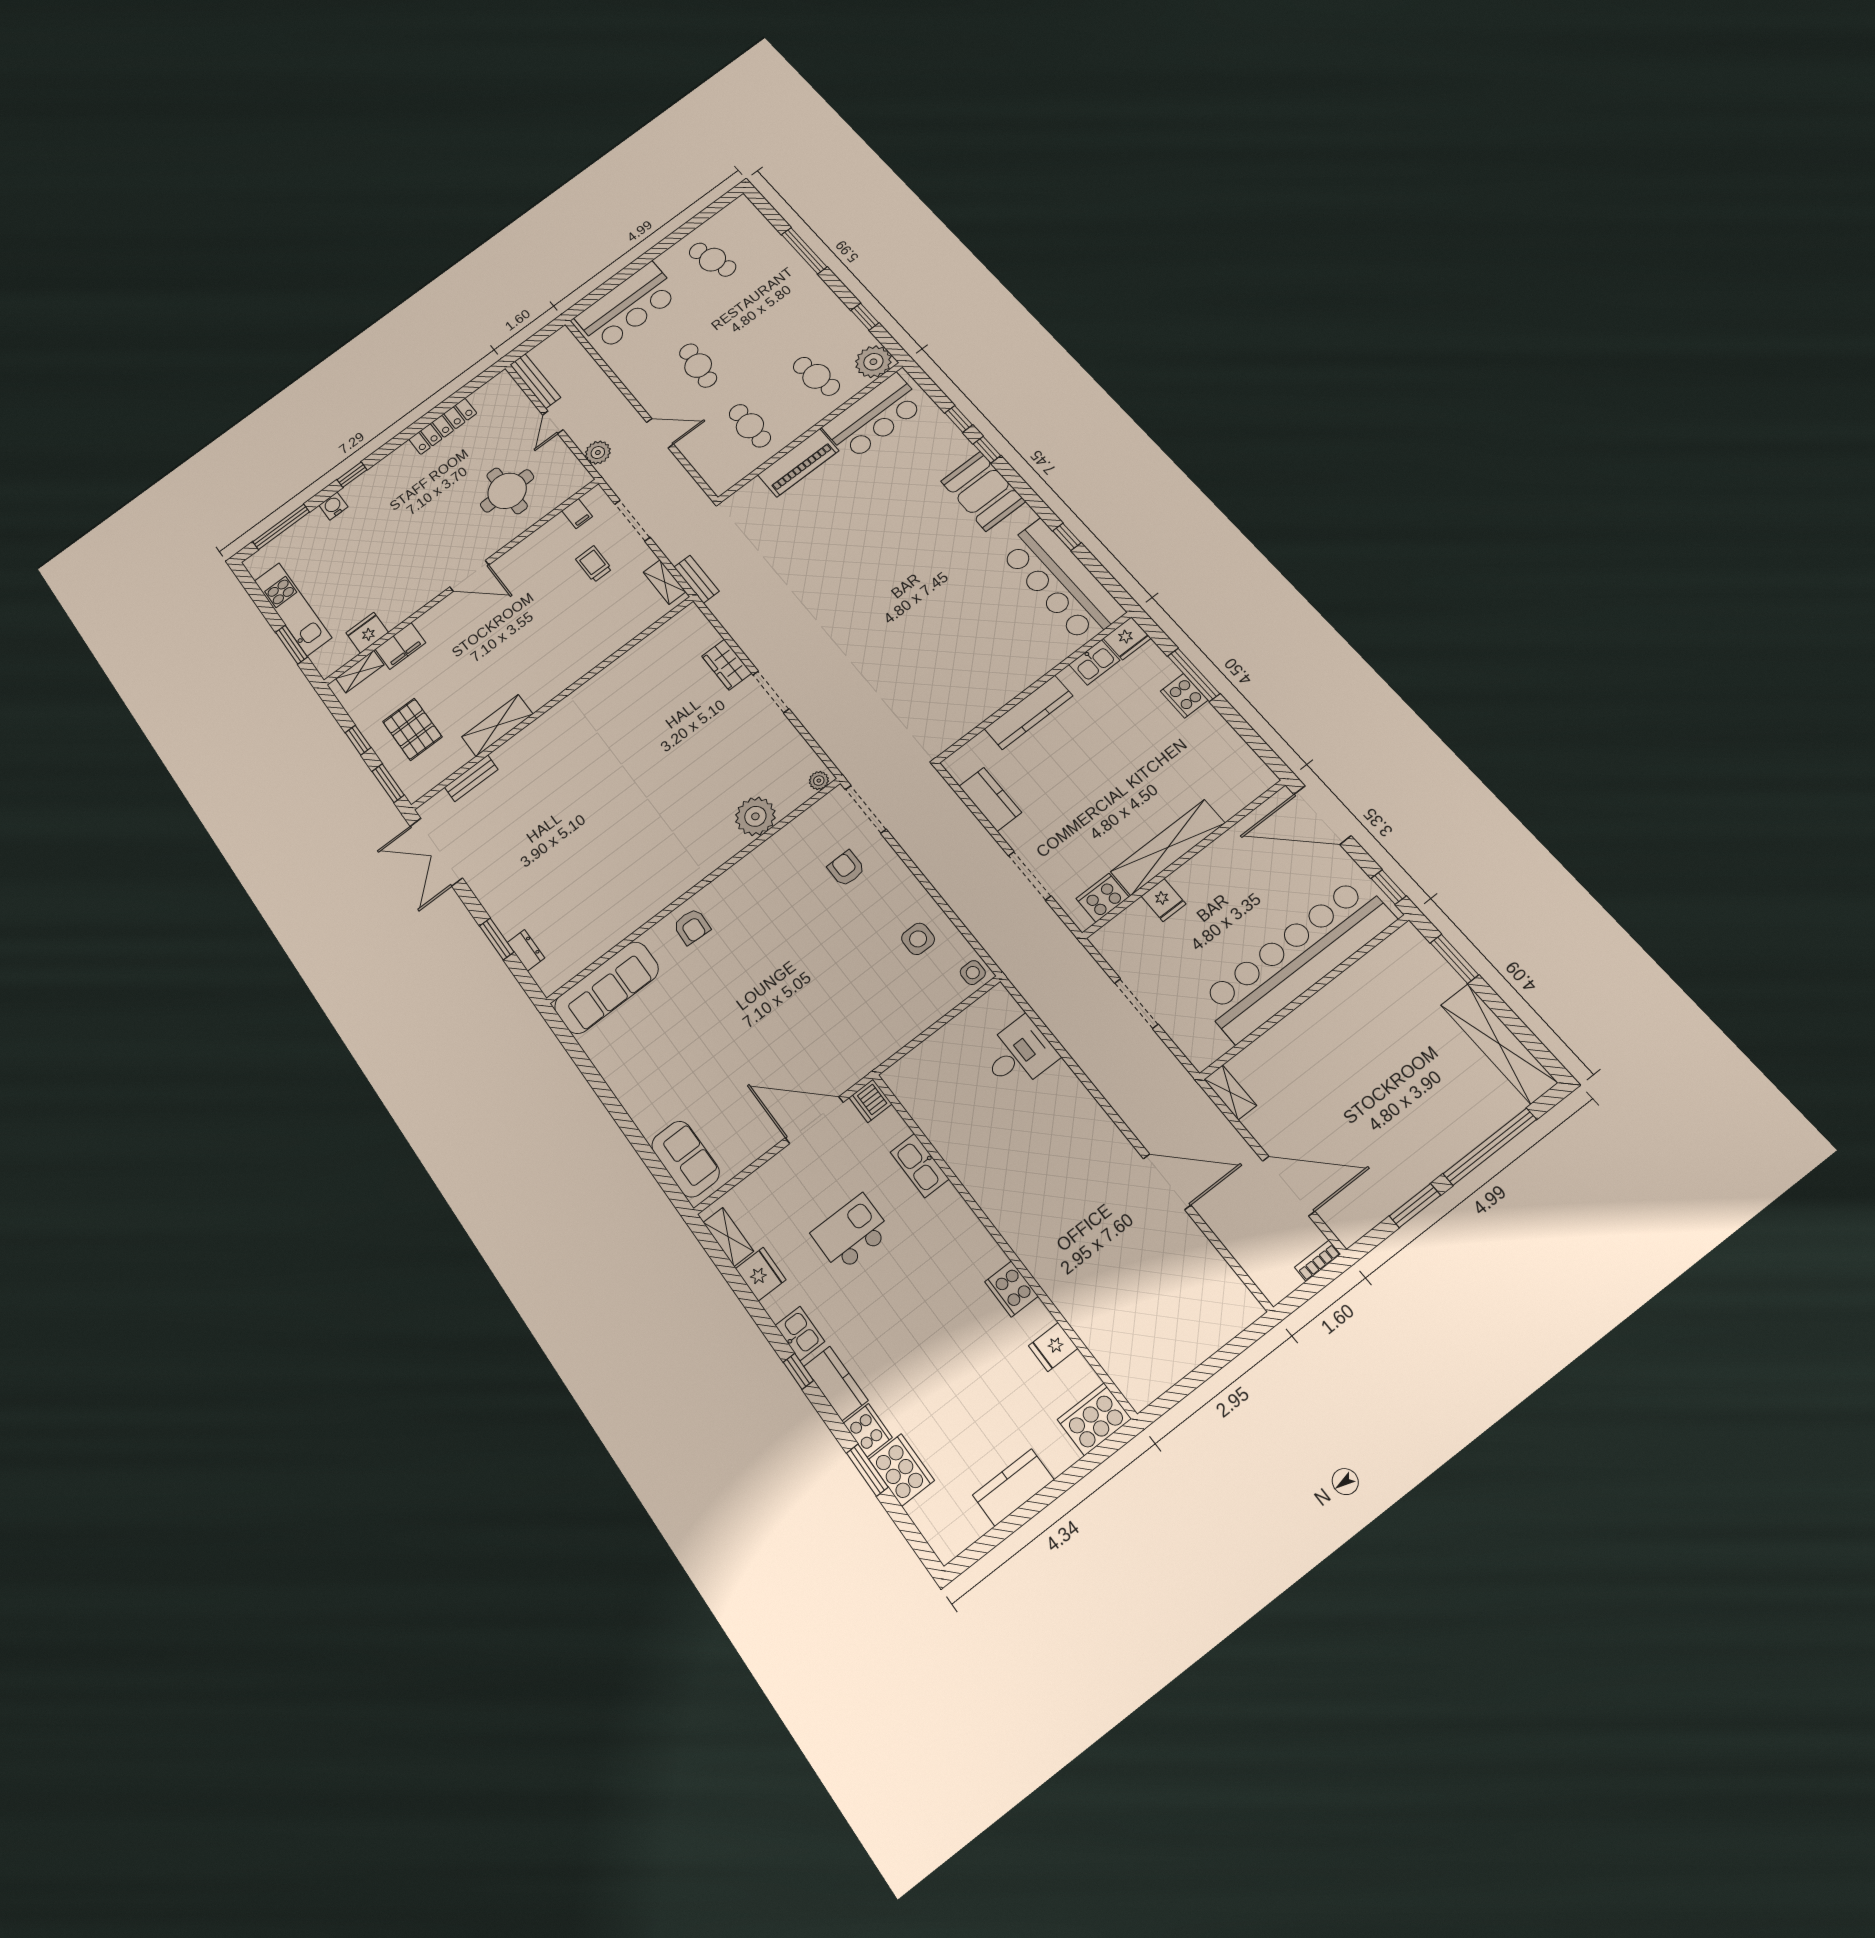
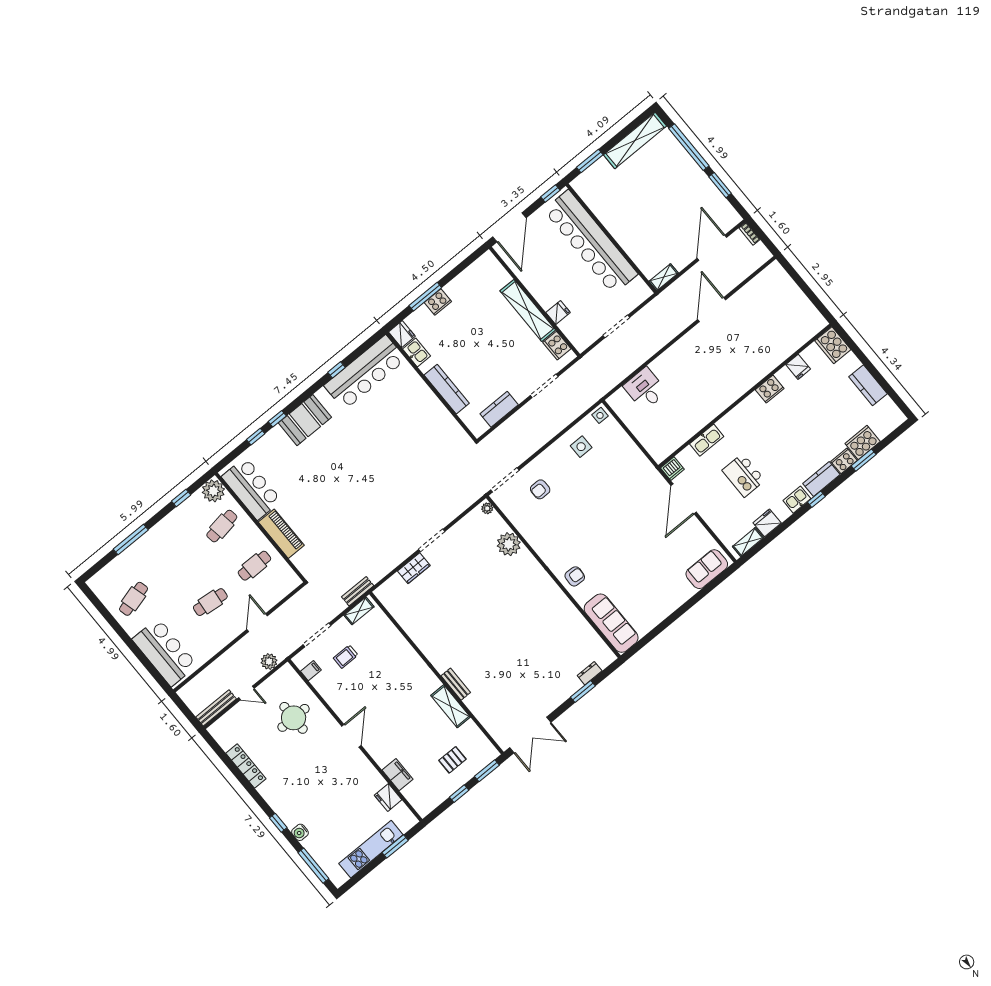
shelving: (360, 672) -> (414, 799), removed
pallet: (412, 729) -> (452, 760), width x0.67, depth x0.71
bench: (471, 778) -> (456, 684), moved

